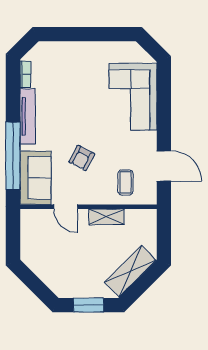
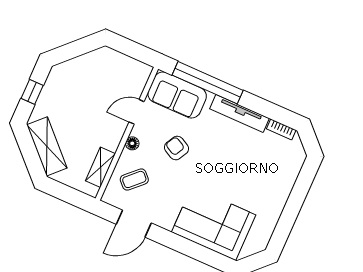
coffee table: (125, 183) -> (134, 179), turned -44
floor lamp: (95, 198) -> (132, 143), added
shelving: (107, 217) -> (100, 167), moved
window: (89, 305) -> (32, 92), width x0.67

